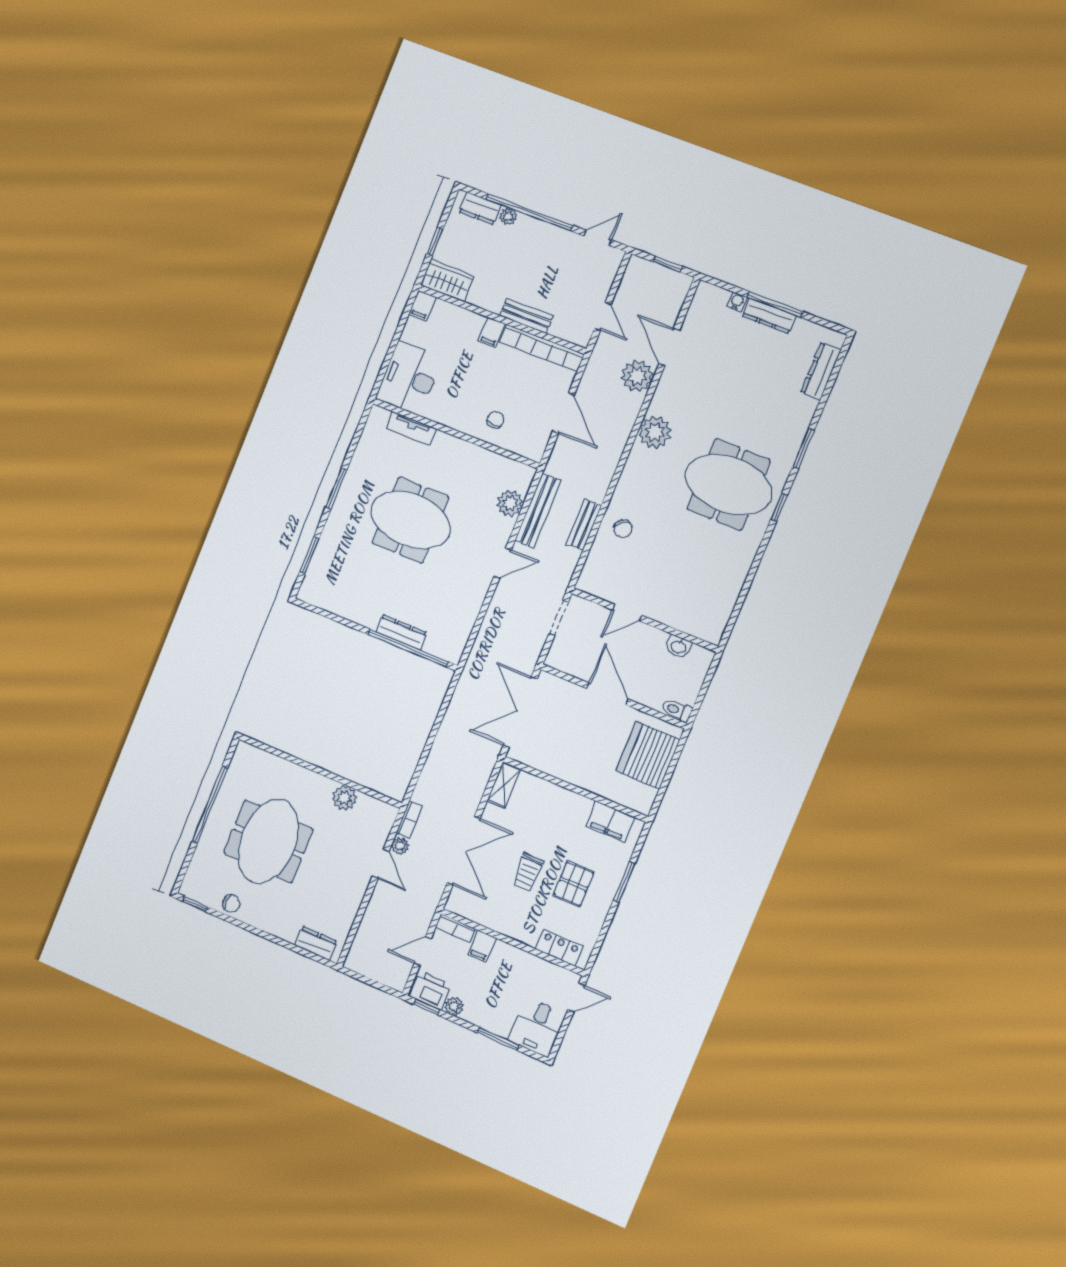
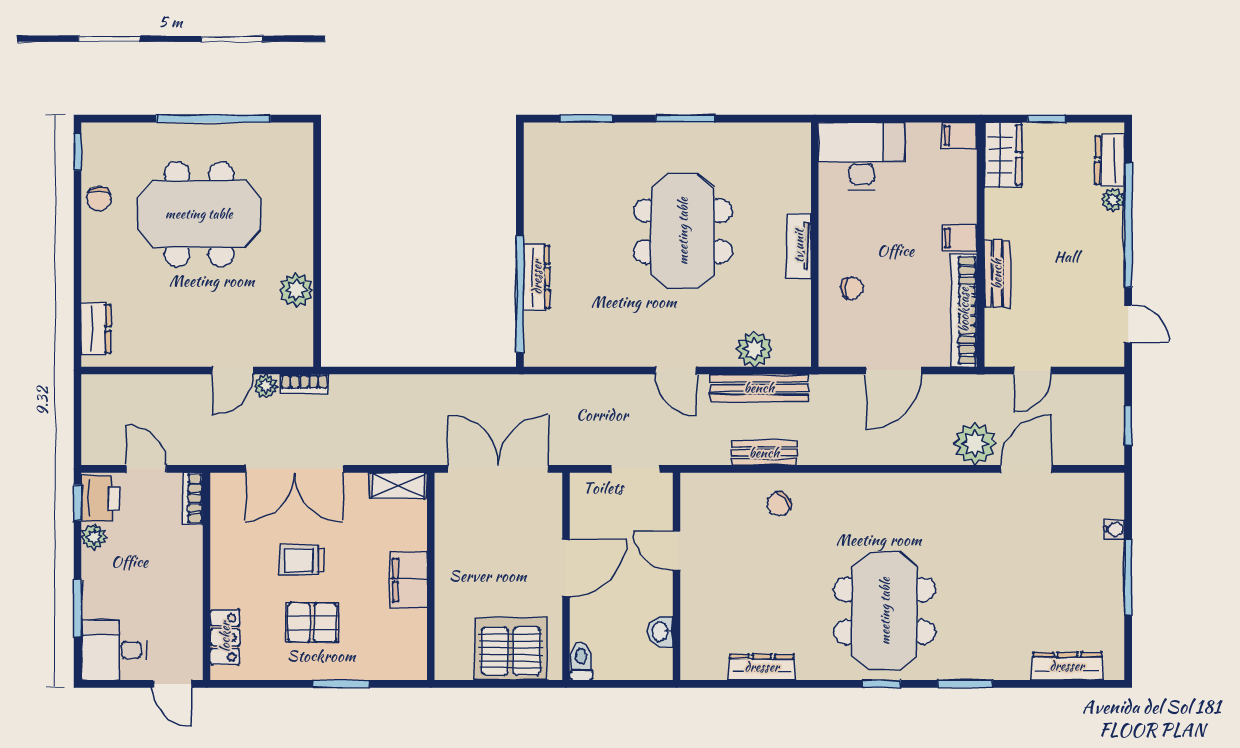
dresser: (769, 316) -> (762, 667), moved, turned 90
tv unit: (411, 428) -> (799, 246), moved
plant: (655, 432) -> (914, 494), removed
filing cabinet: (610, 822) -> (408, 580), moved
filing cabinet: (482, 946) -> (185, 540), removed

